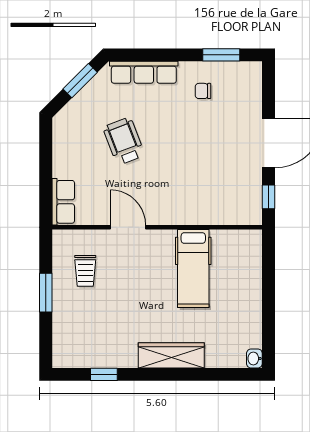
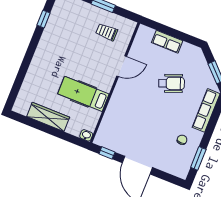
row of seats: (63, 202) -> (167, 42), moved
wardrobe: (171, 355) -> (48, 117), moved, turned -90
washbasin: (254, 358) -> (86, 135), moved

